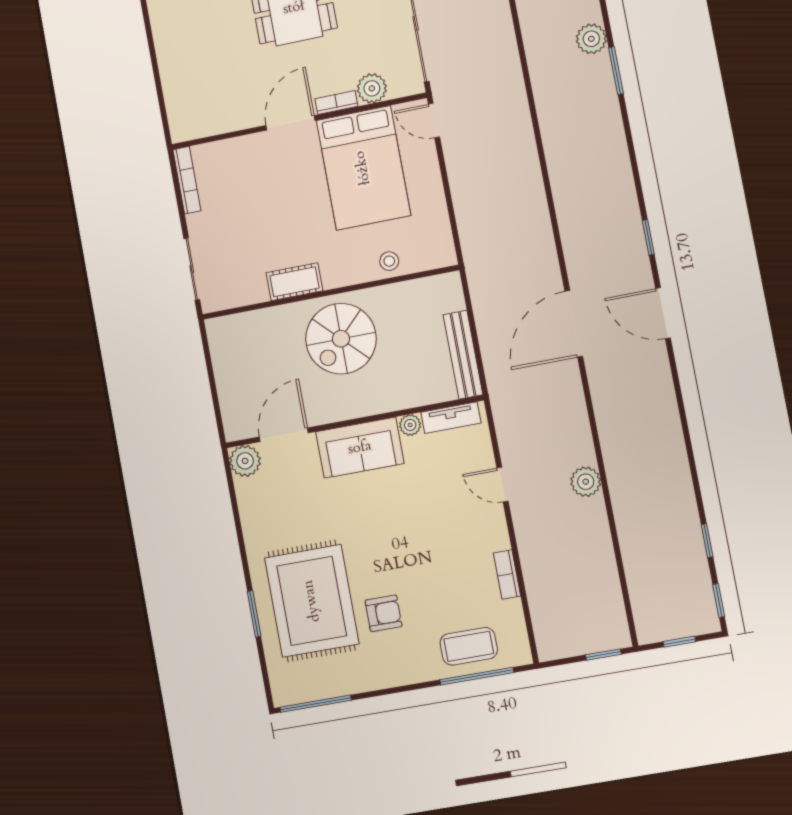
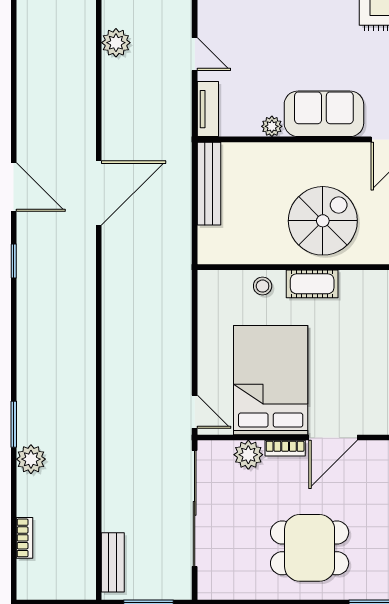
cot: (294, 282) -> (312, 284), moved
tv unit: (451, 418) -> (208, 109), moved, turned 90

